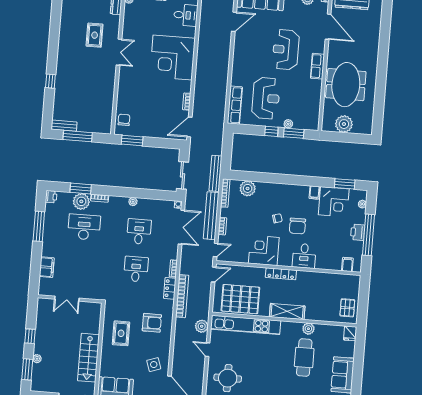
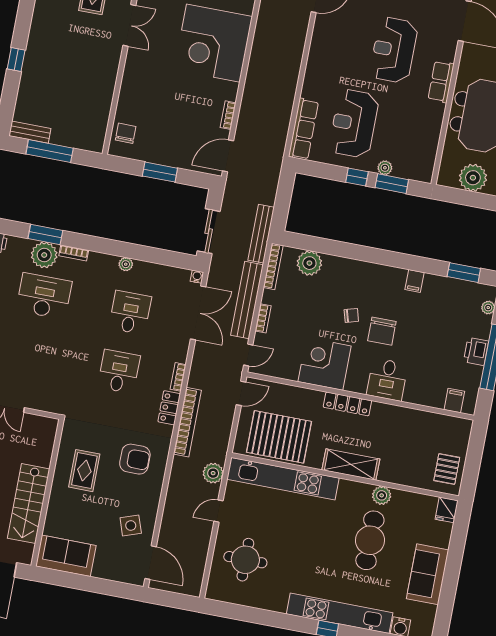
reception desk: (266, 98) -> (354, 123), turned 180
window: (132, 140) -> (160, 172), moved
corner desk: (334, 202) -> (443, 299), removed
door: (208, 350) -> (218, 511), hinge flipped

